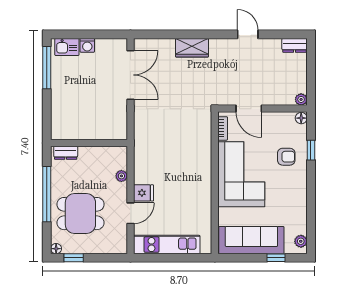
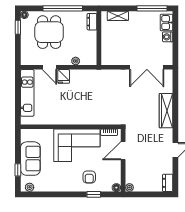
wardrobe: (192, 48) -> (166, 111), width x1.50
shelving: (57, 116) -> (118, 16), added
sofa: (251, 240) -> (30, 159), width x0.73

